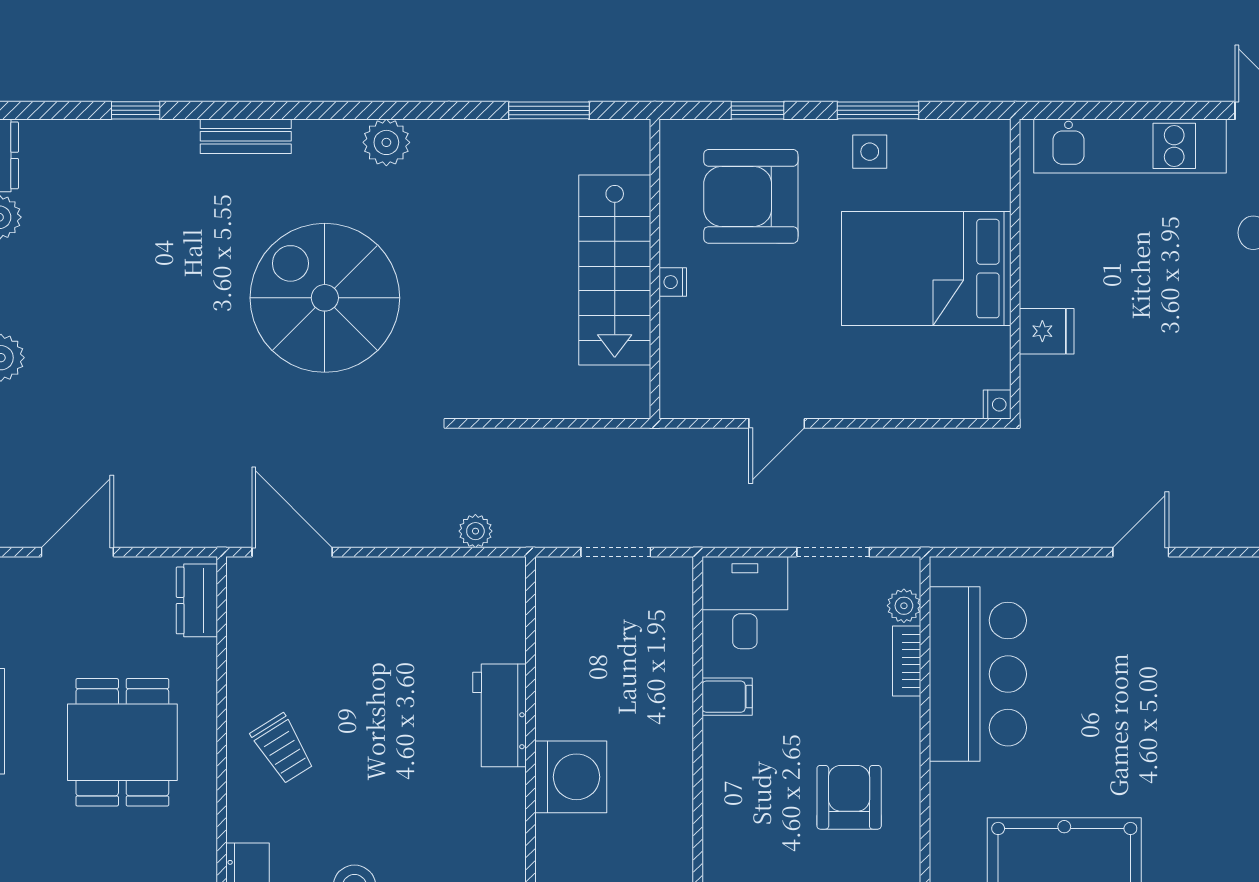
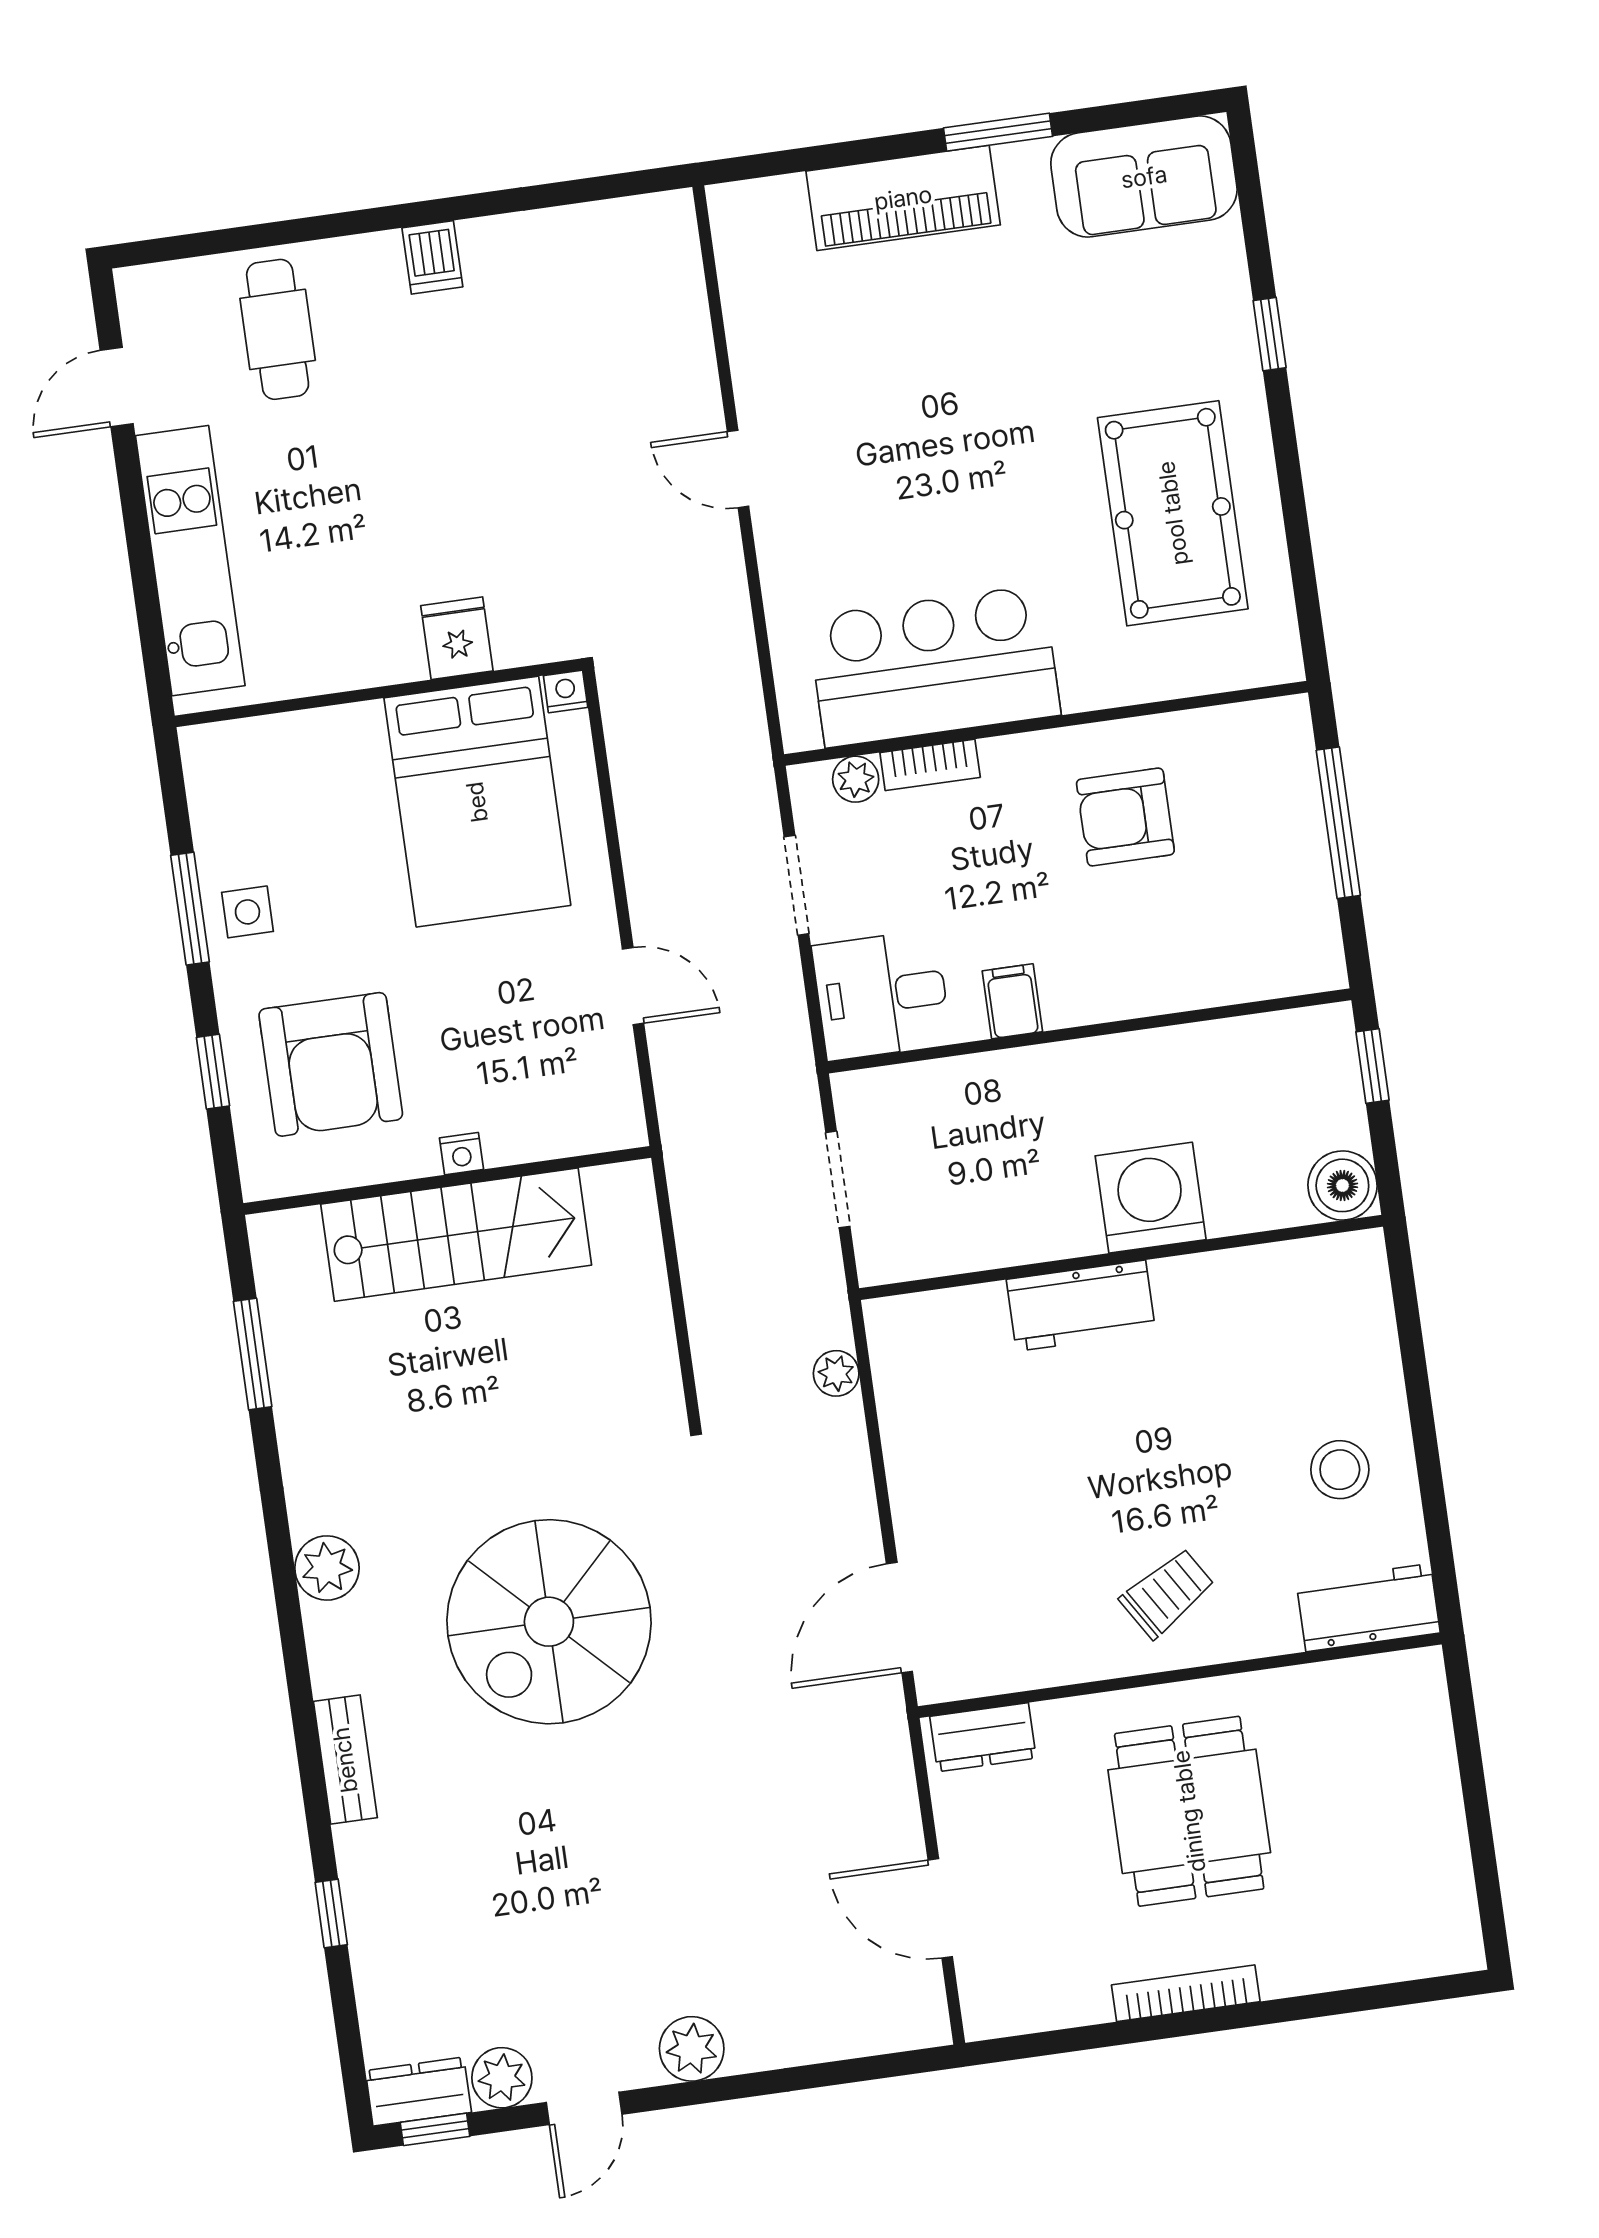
bed: (926, 269) -> (477, 802), moved
dining table: (122, 742) -> (1189, 1811), turned 90

